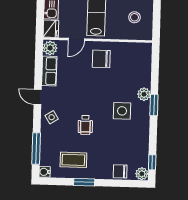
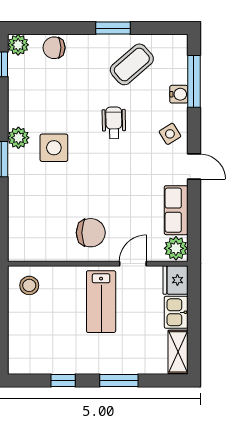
stool: (135, 17) -> (29, 285), moved
plant: (144, 94) -> (18, 138), moved
coffee table: (73, 160) -> (132, 64), turned -41
chair: (120, 171) -> (54, 48), turned 180
water cooler: (45, 172) -> (179, 94), moved

